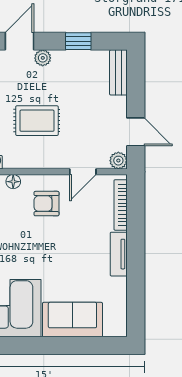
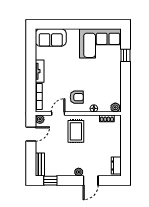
window: (78, 41) -> (50, 181), moved
rug: (37, 121) -> (76, 131), moved, turned 90
door: (136, 132) -> (31, 134), swing flipped
sofa: (72, 320) -> (51, 38), moved

